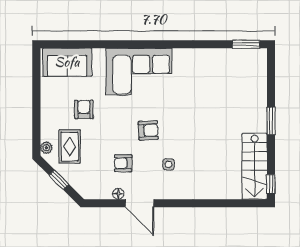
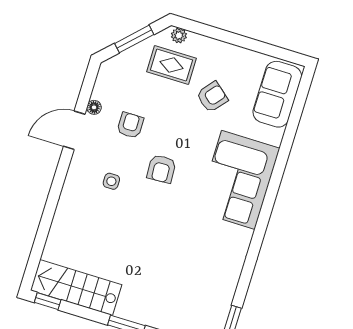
armchair: (84, 109) -> (212, 97), turned -50
window: (59, 180) -> (134, 39), width x1.50

